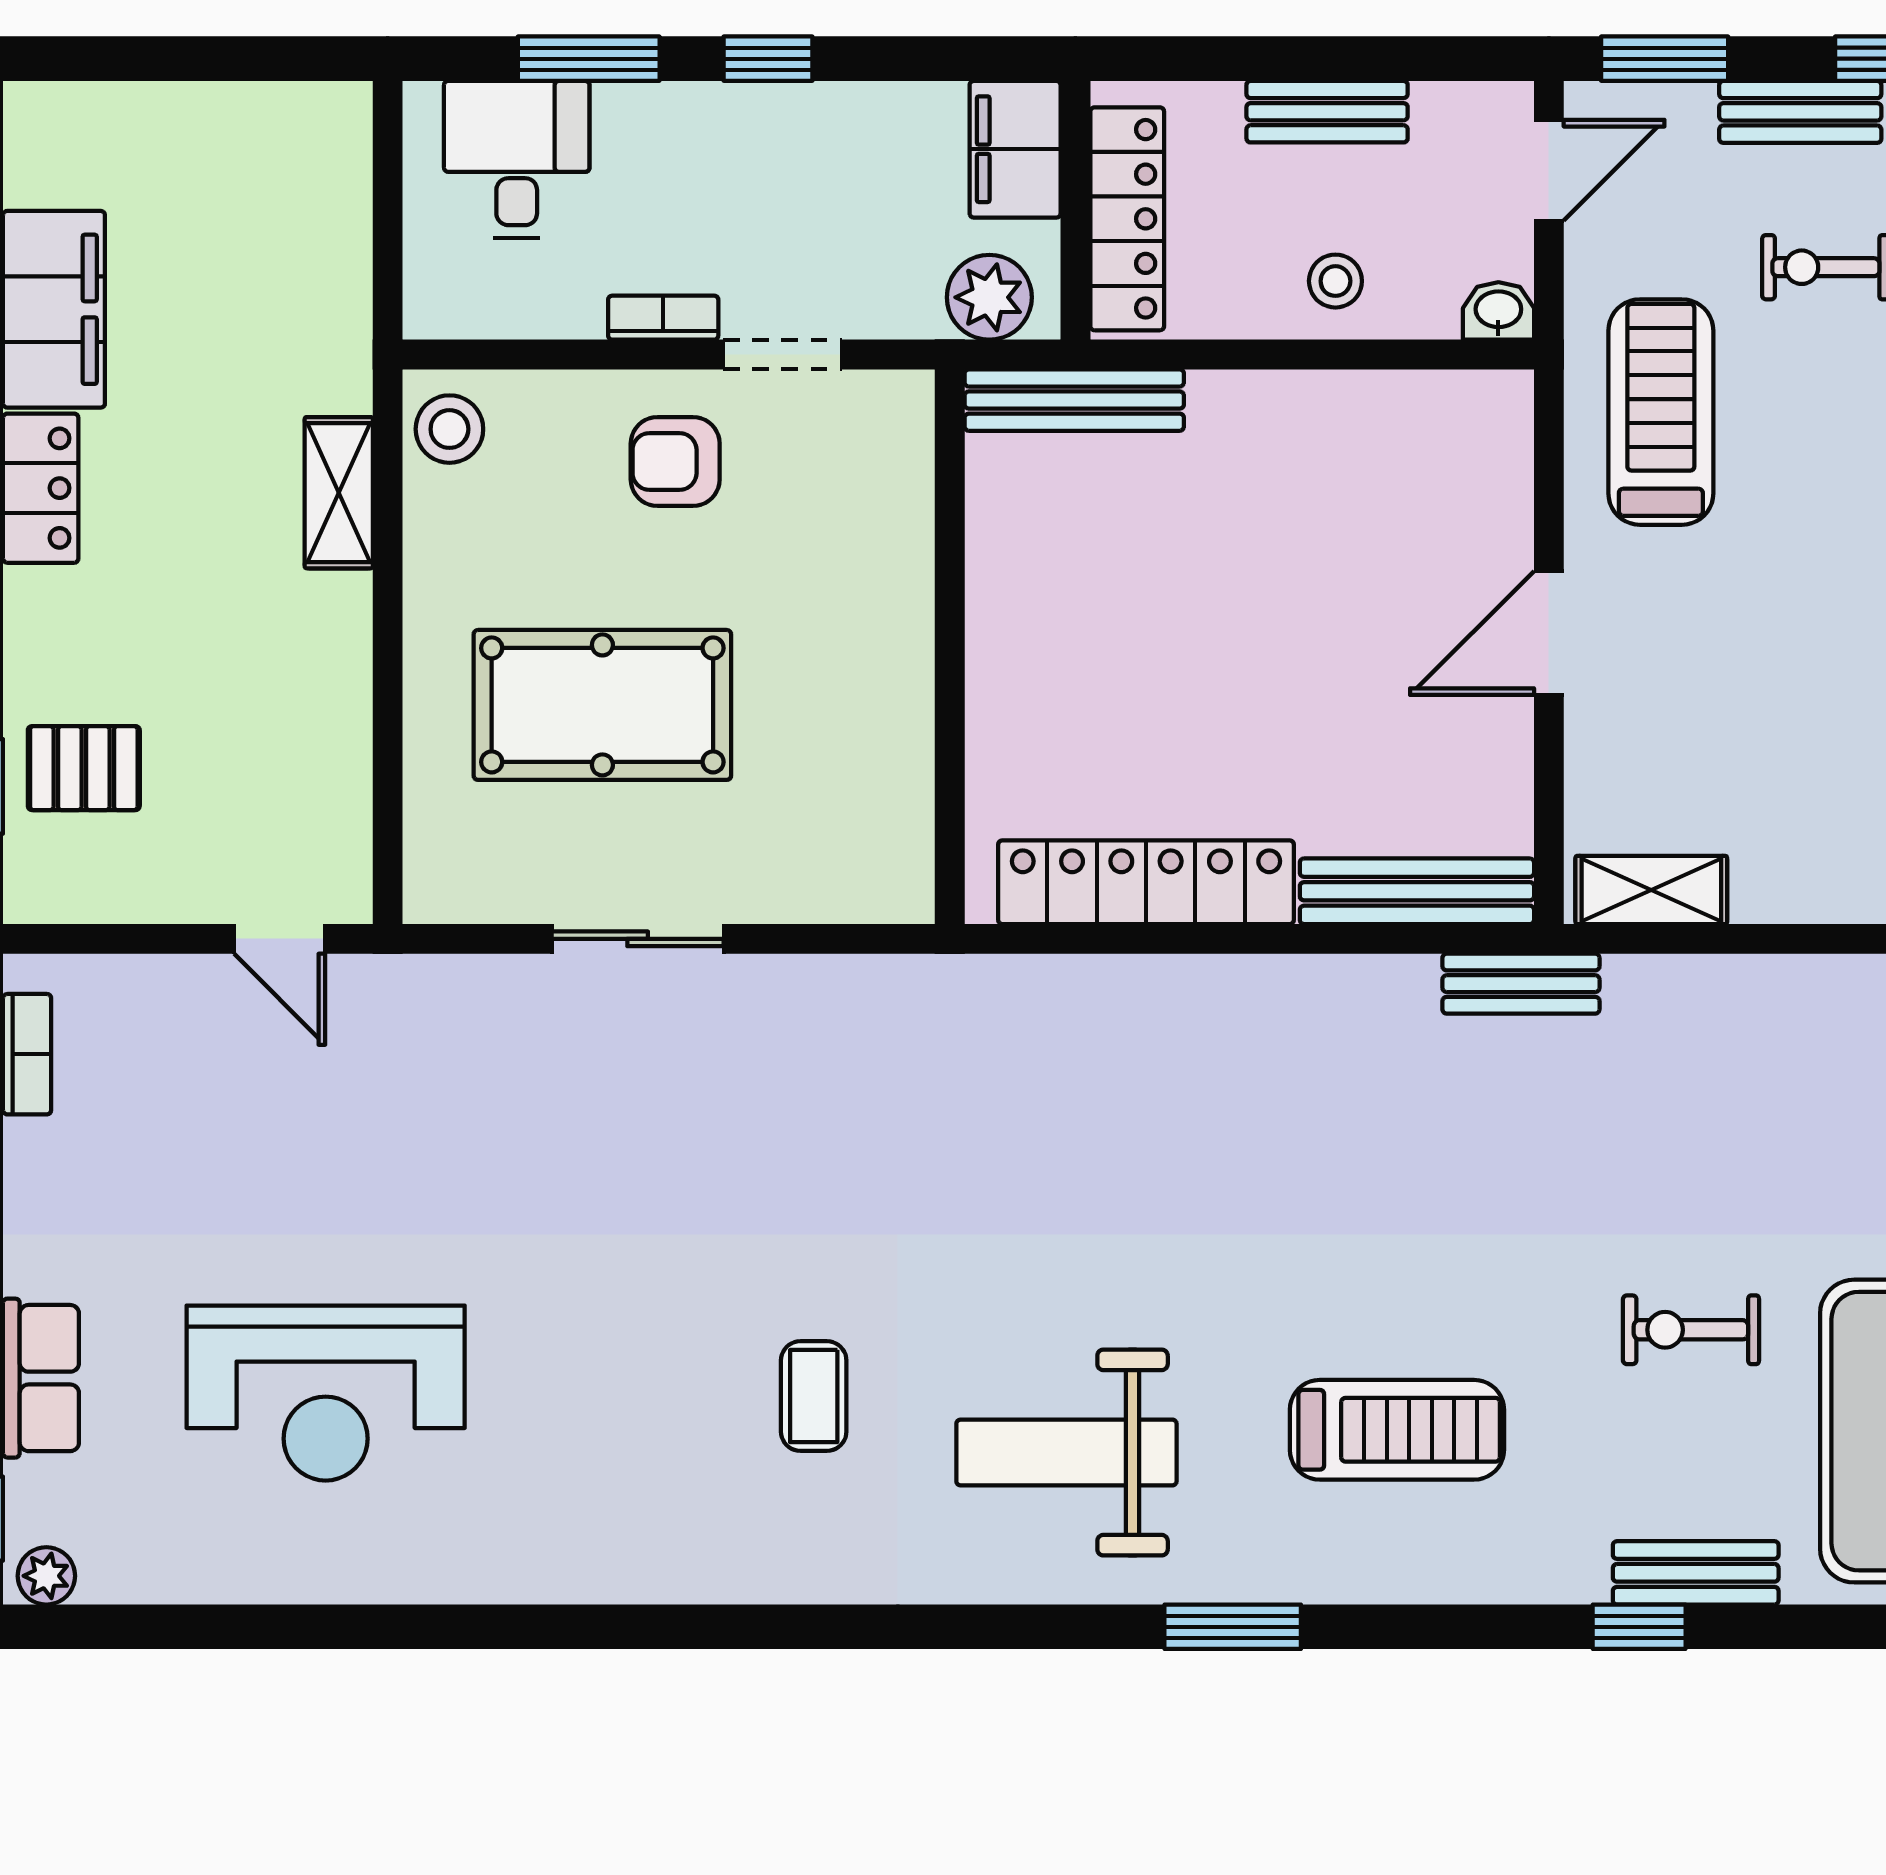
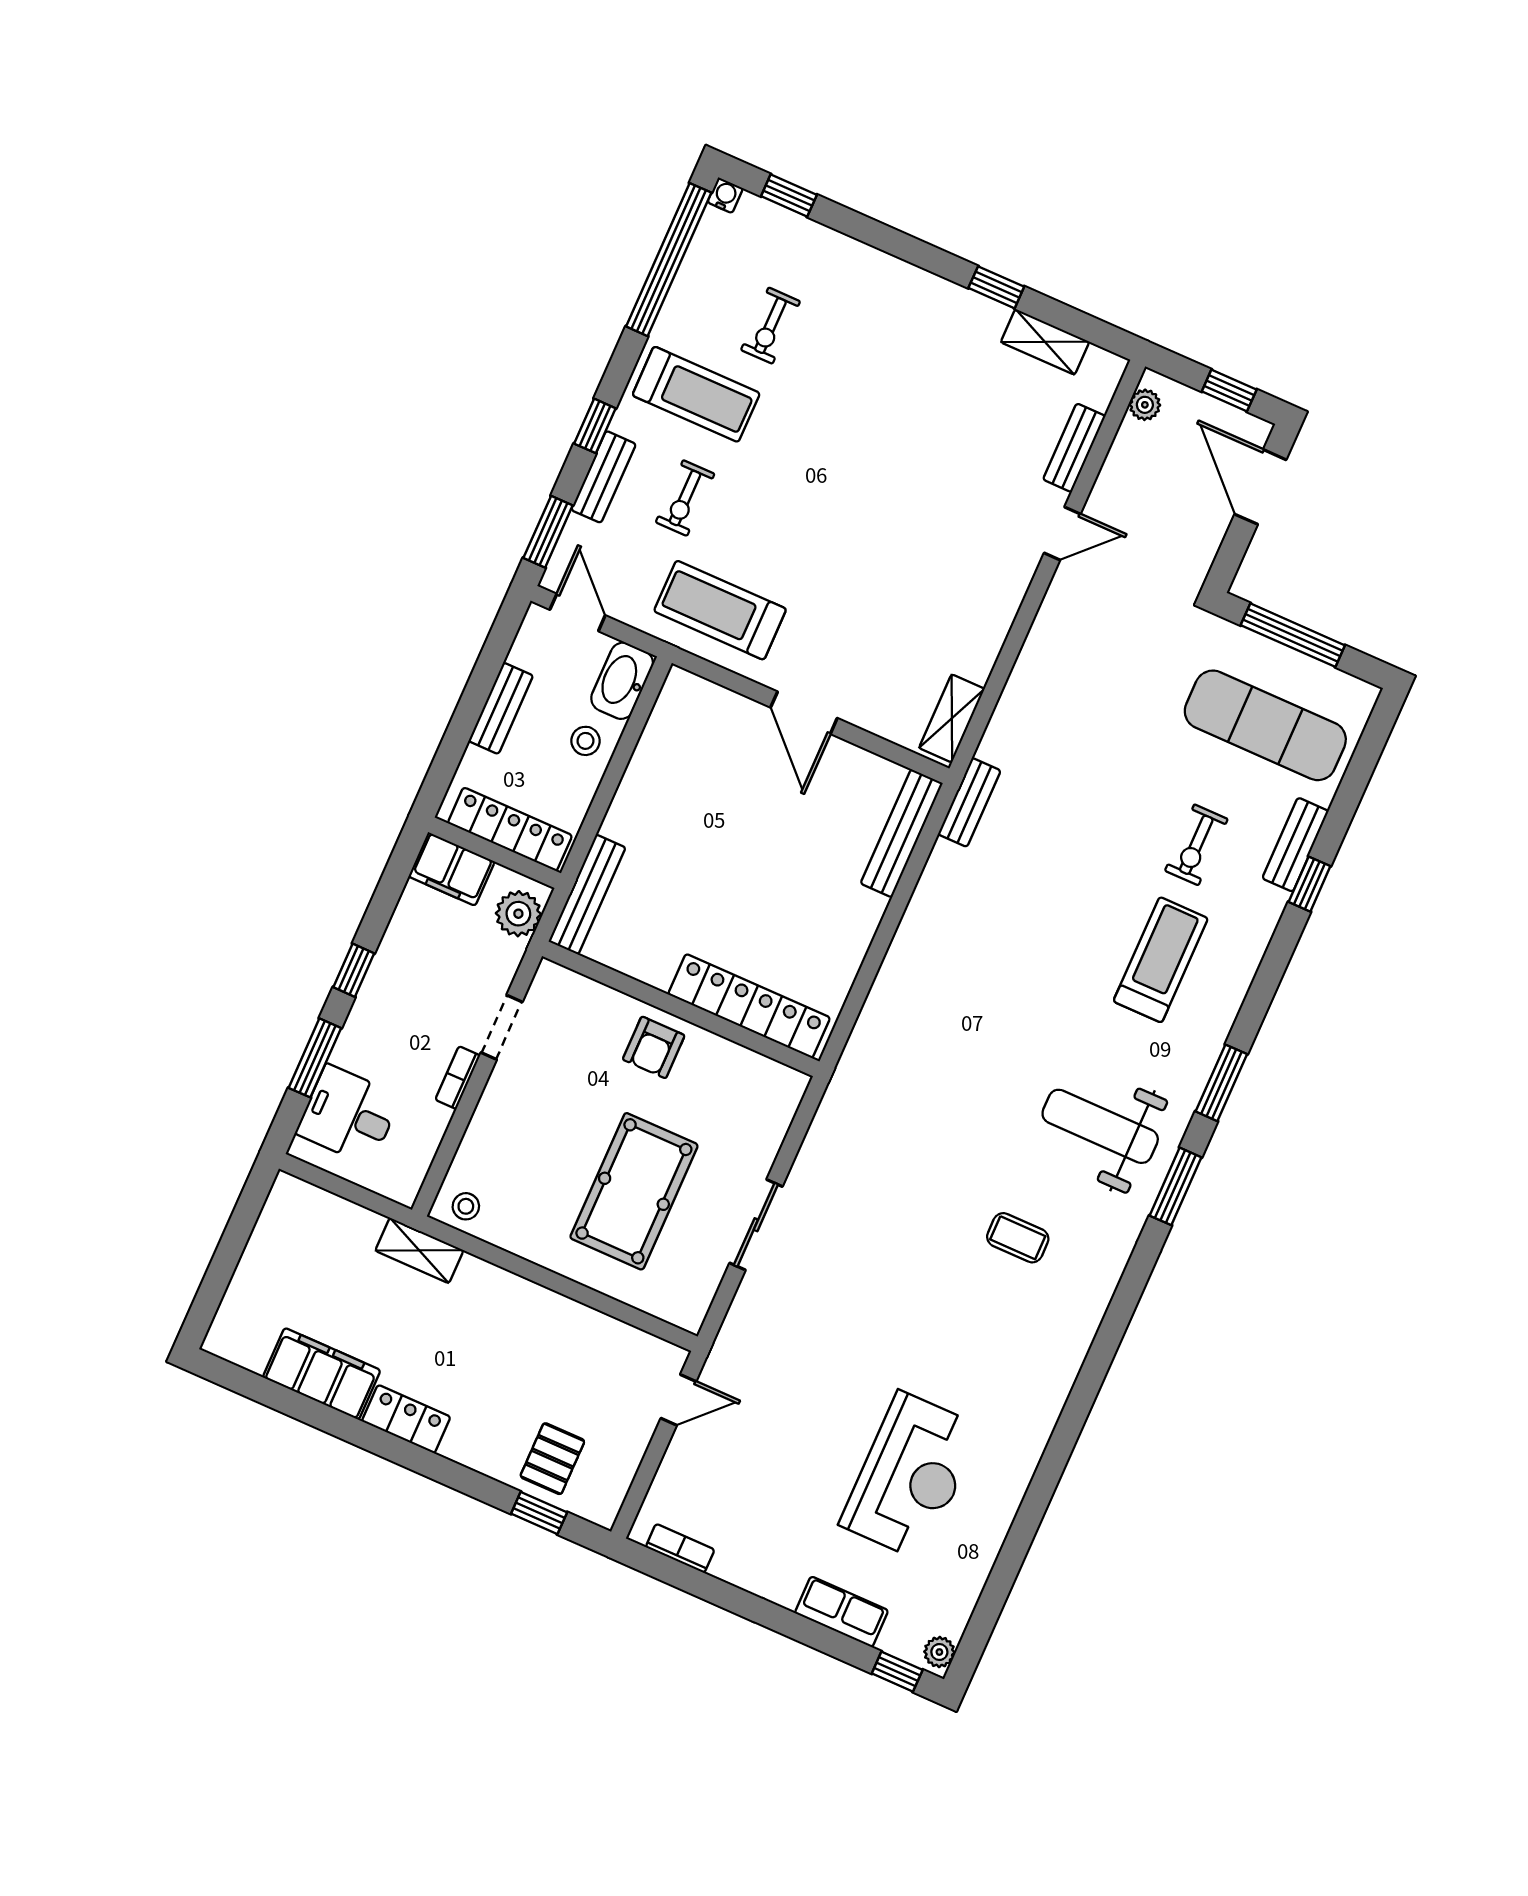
washbasin: (1498, 311) -> (622, 681), width x1.91, depth x1.45
stool: (449, 429) -> (466, 1206), width x0.73, depth x0.73
armchair: (675, 462) -> (654, 1047), moved
shelving: (339, 493) -> (419, 1250), moved
locker: (1146, 882) -> (749, 1006), moved, turned 90
exercise bike: (1691, 1330) -> (1196, 845), moved
weight bench: (1066, 1453) -> (1100, 1126), turned 90
window: (1021, 1627) -> (1175, 1186), added

